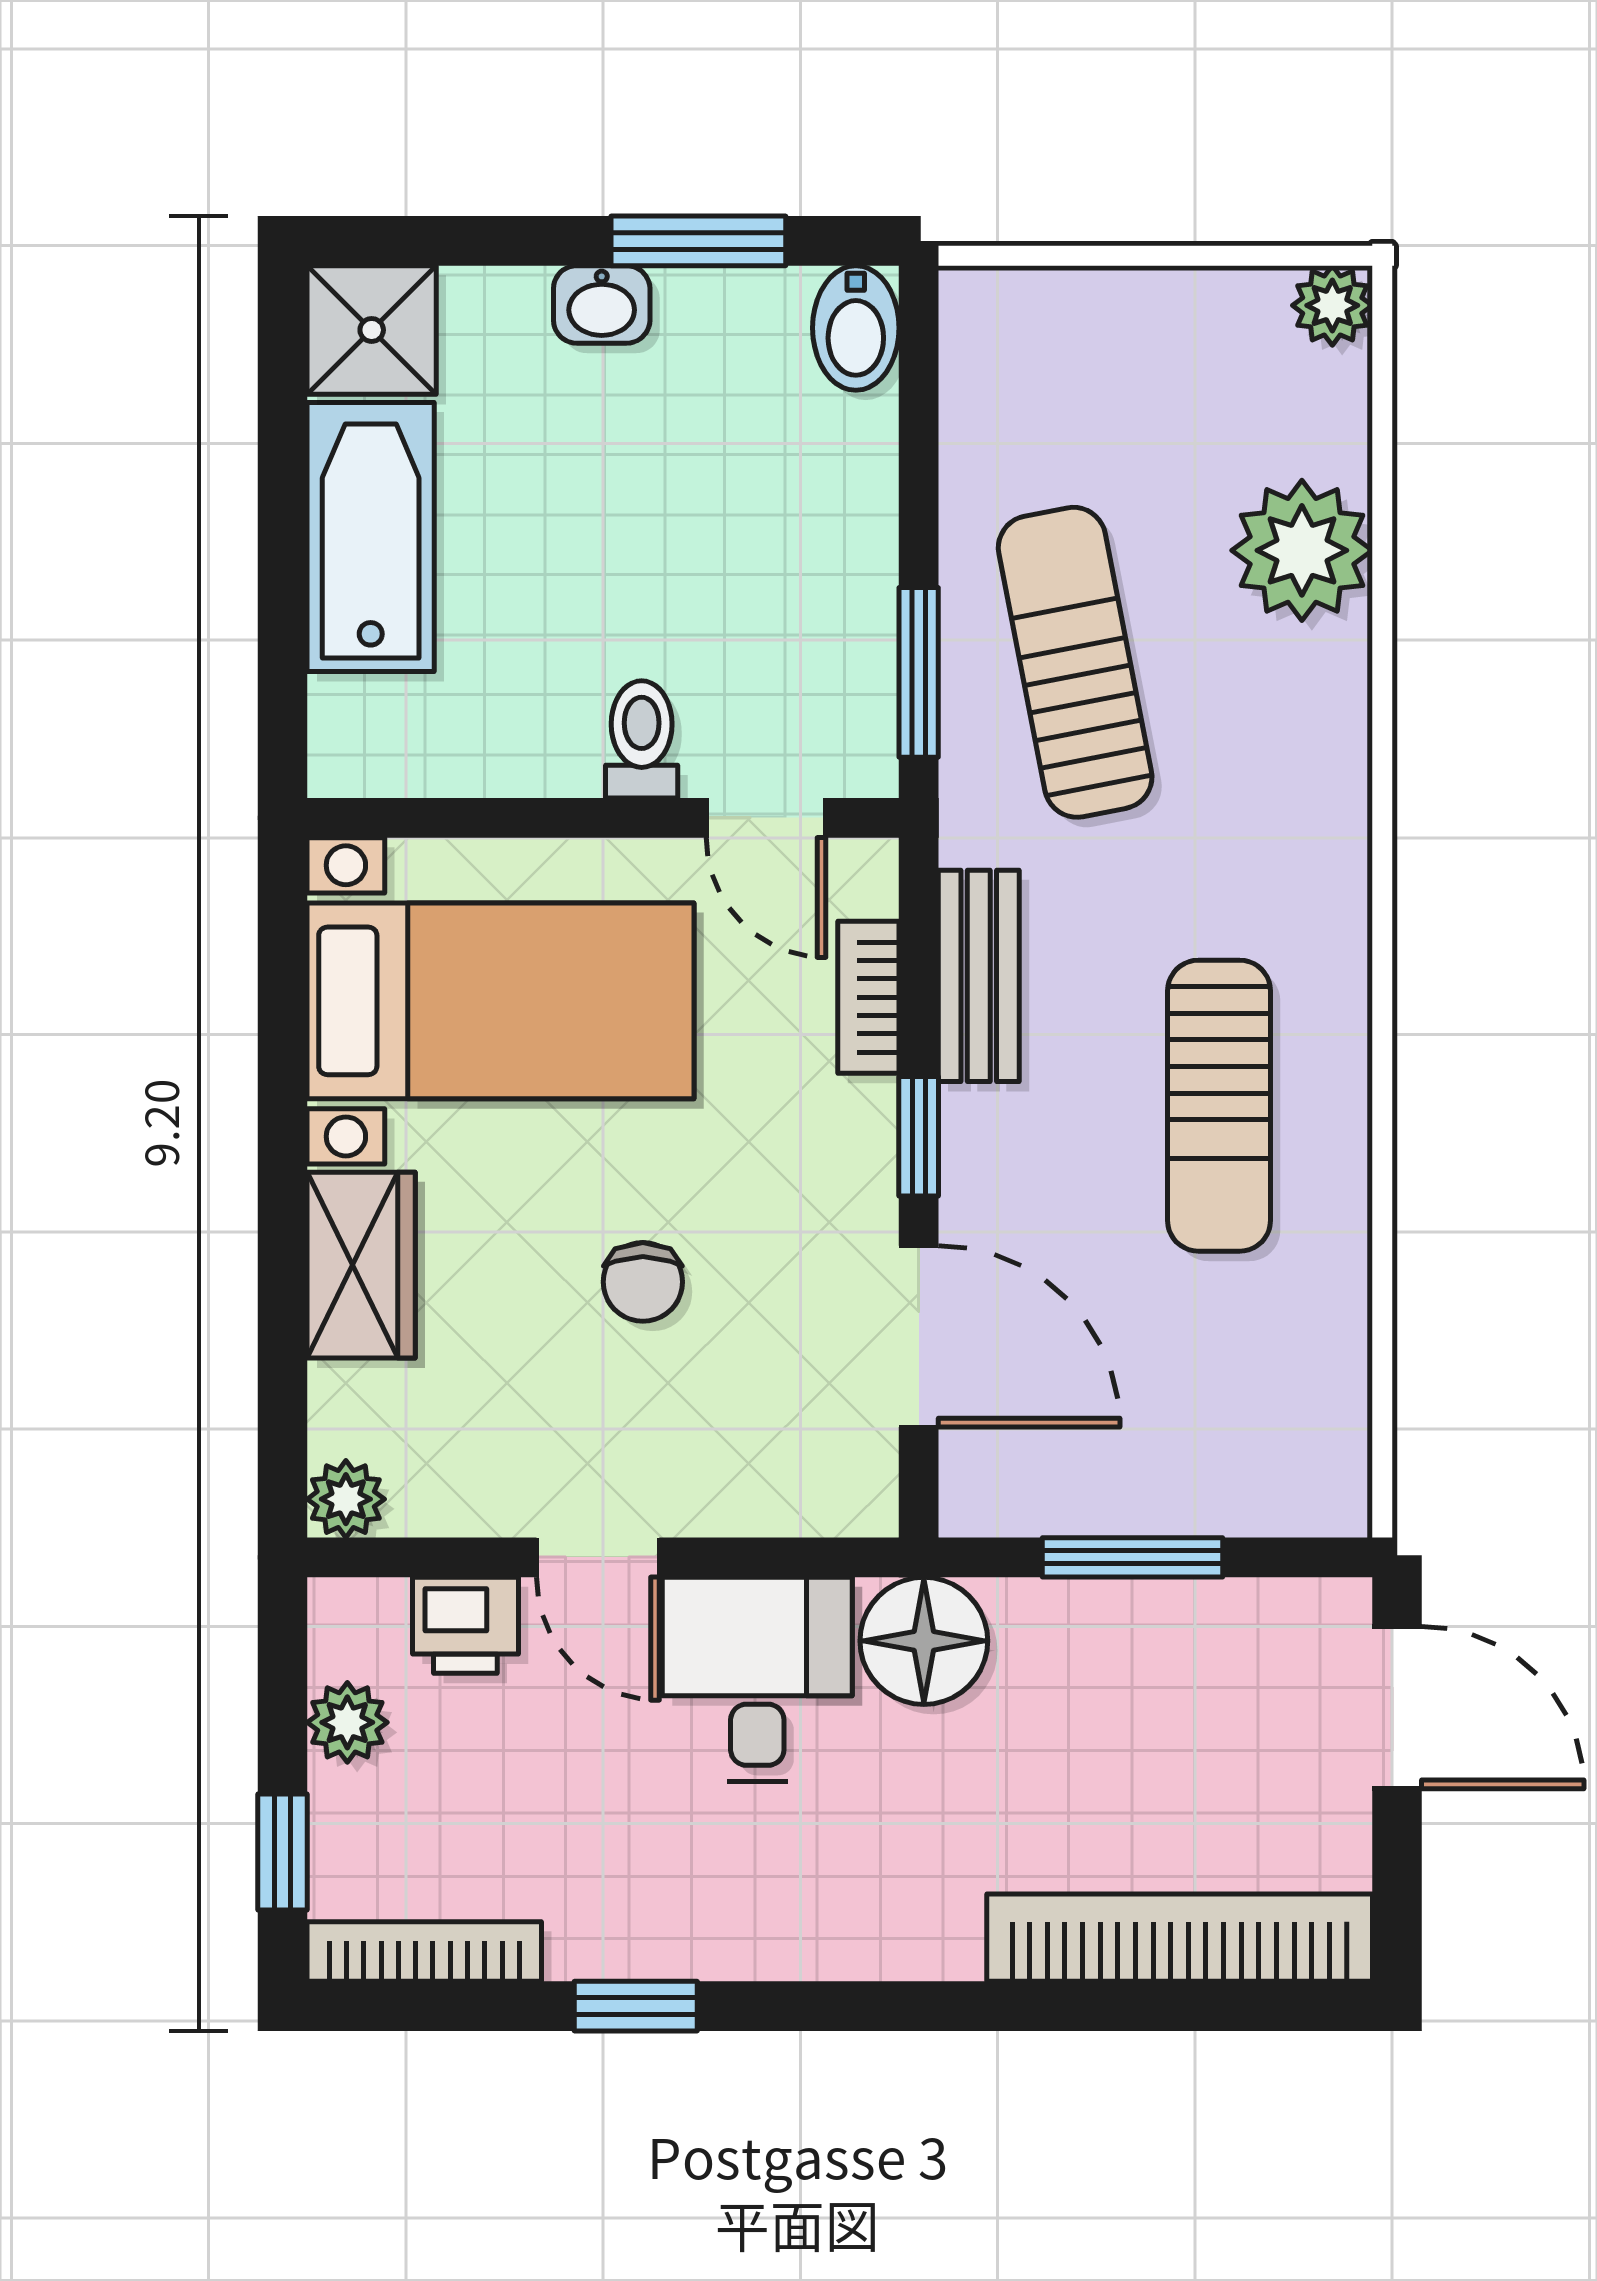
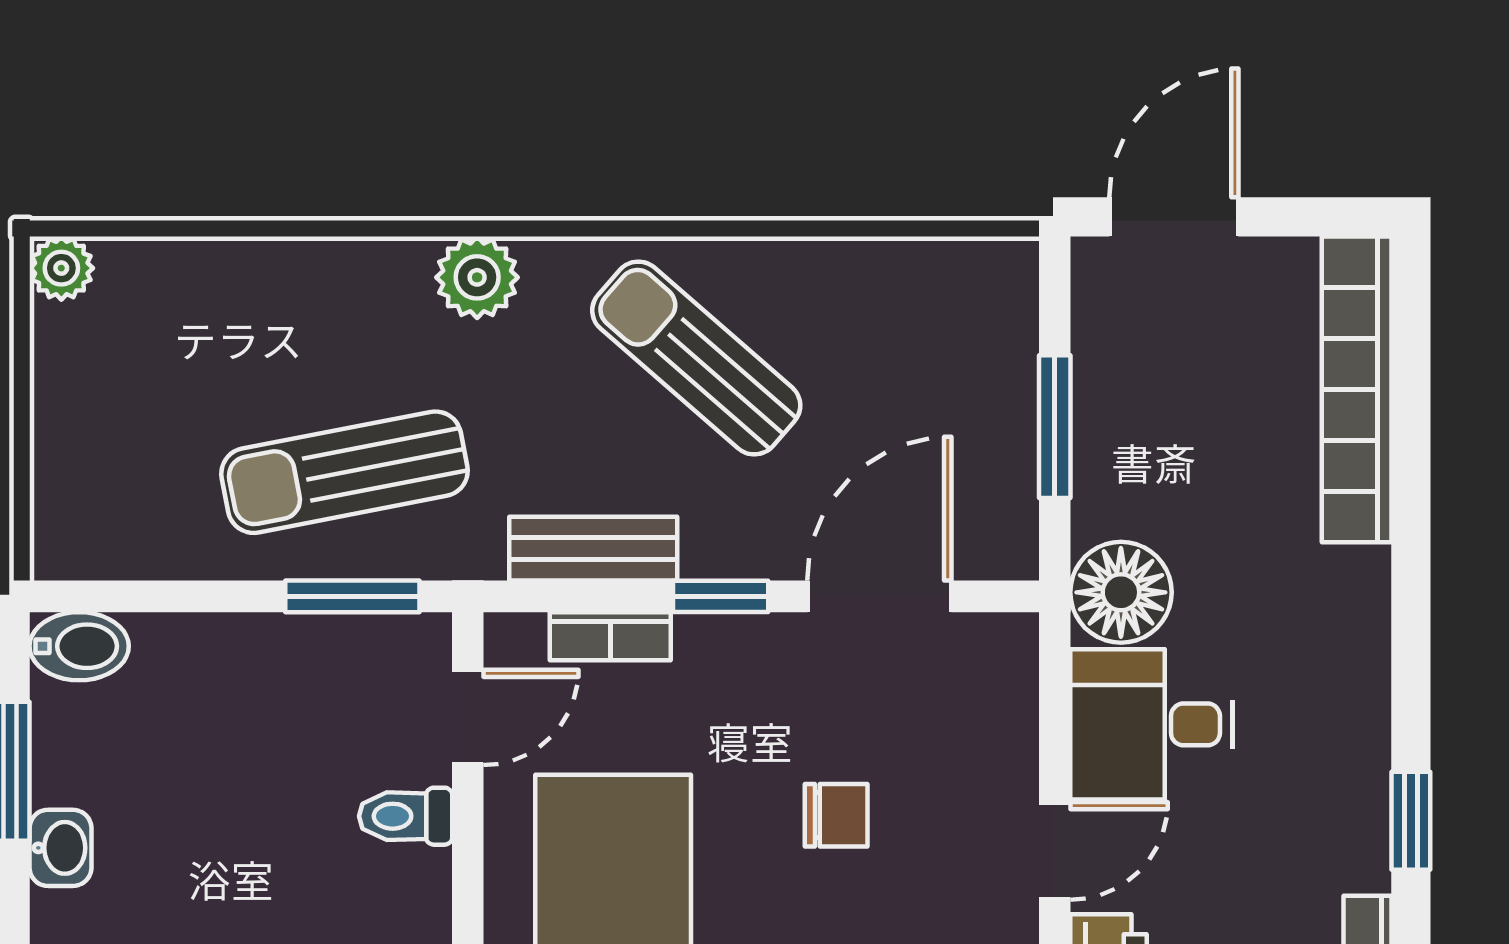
plant: (1302, 550) -> (477, 277), moved, width x0.73, depth x0.73
sun lounger: (1219, 1106) -> (696, 358), turned -139

